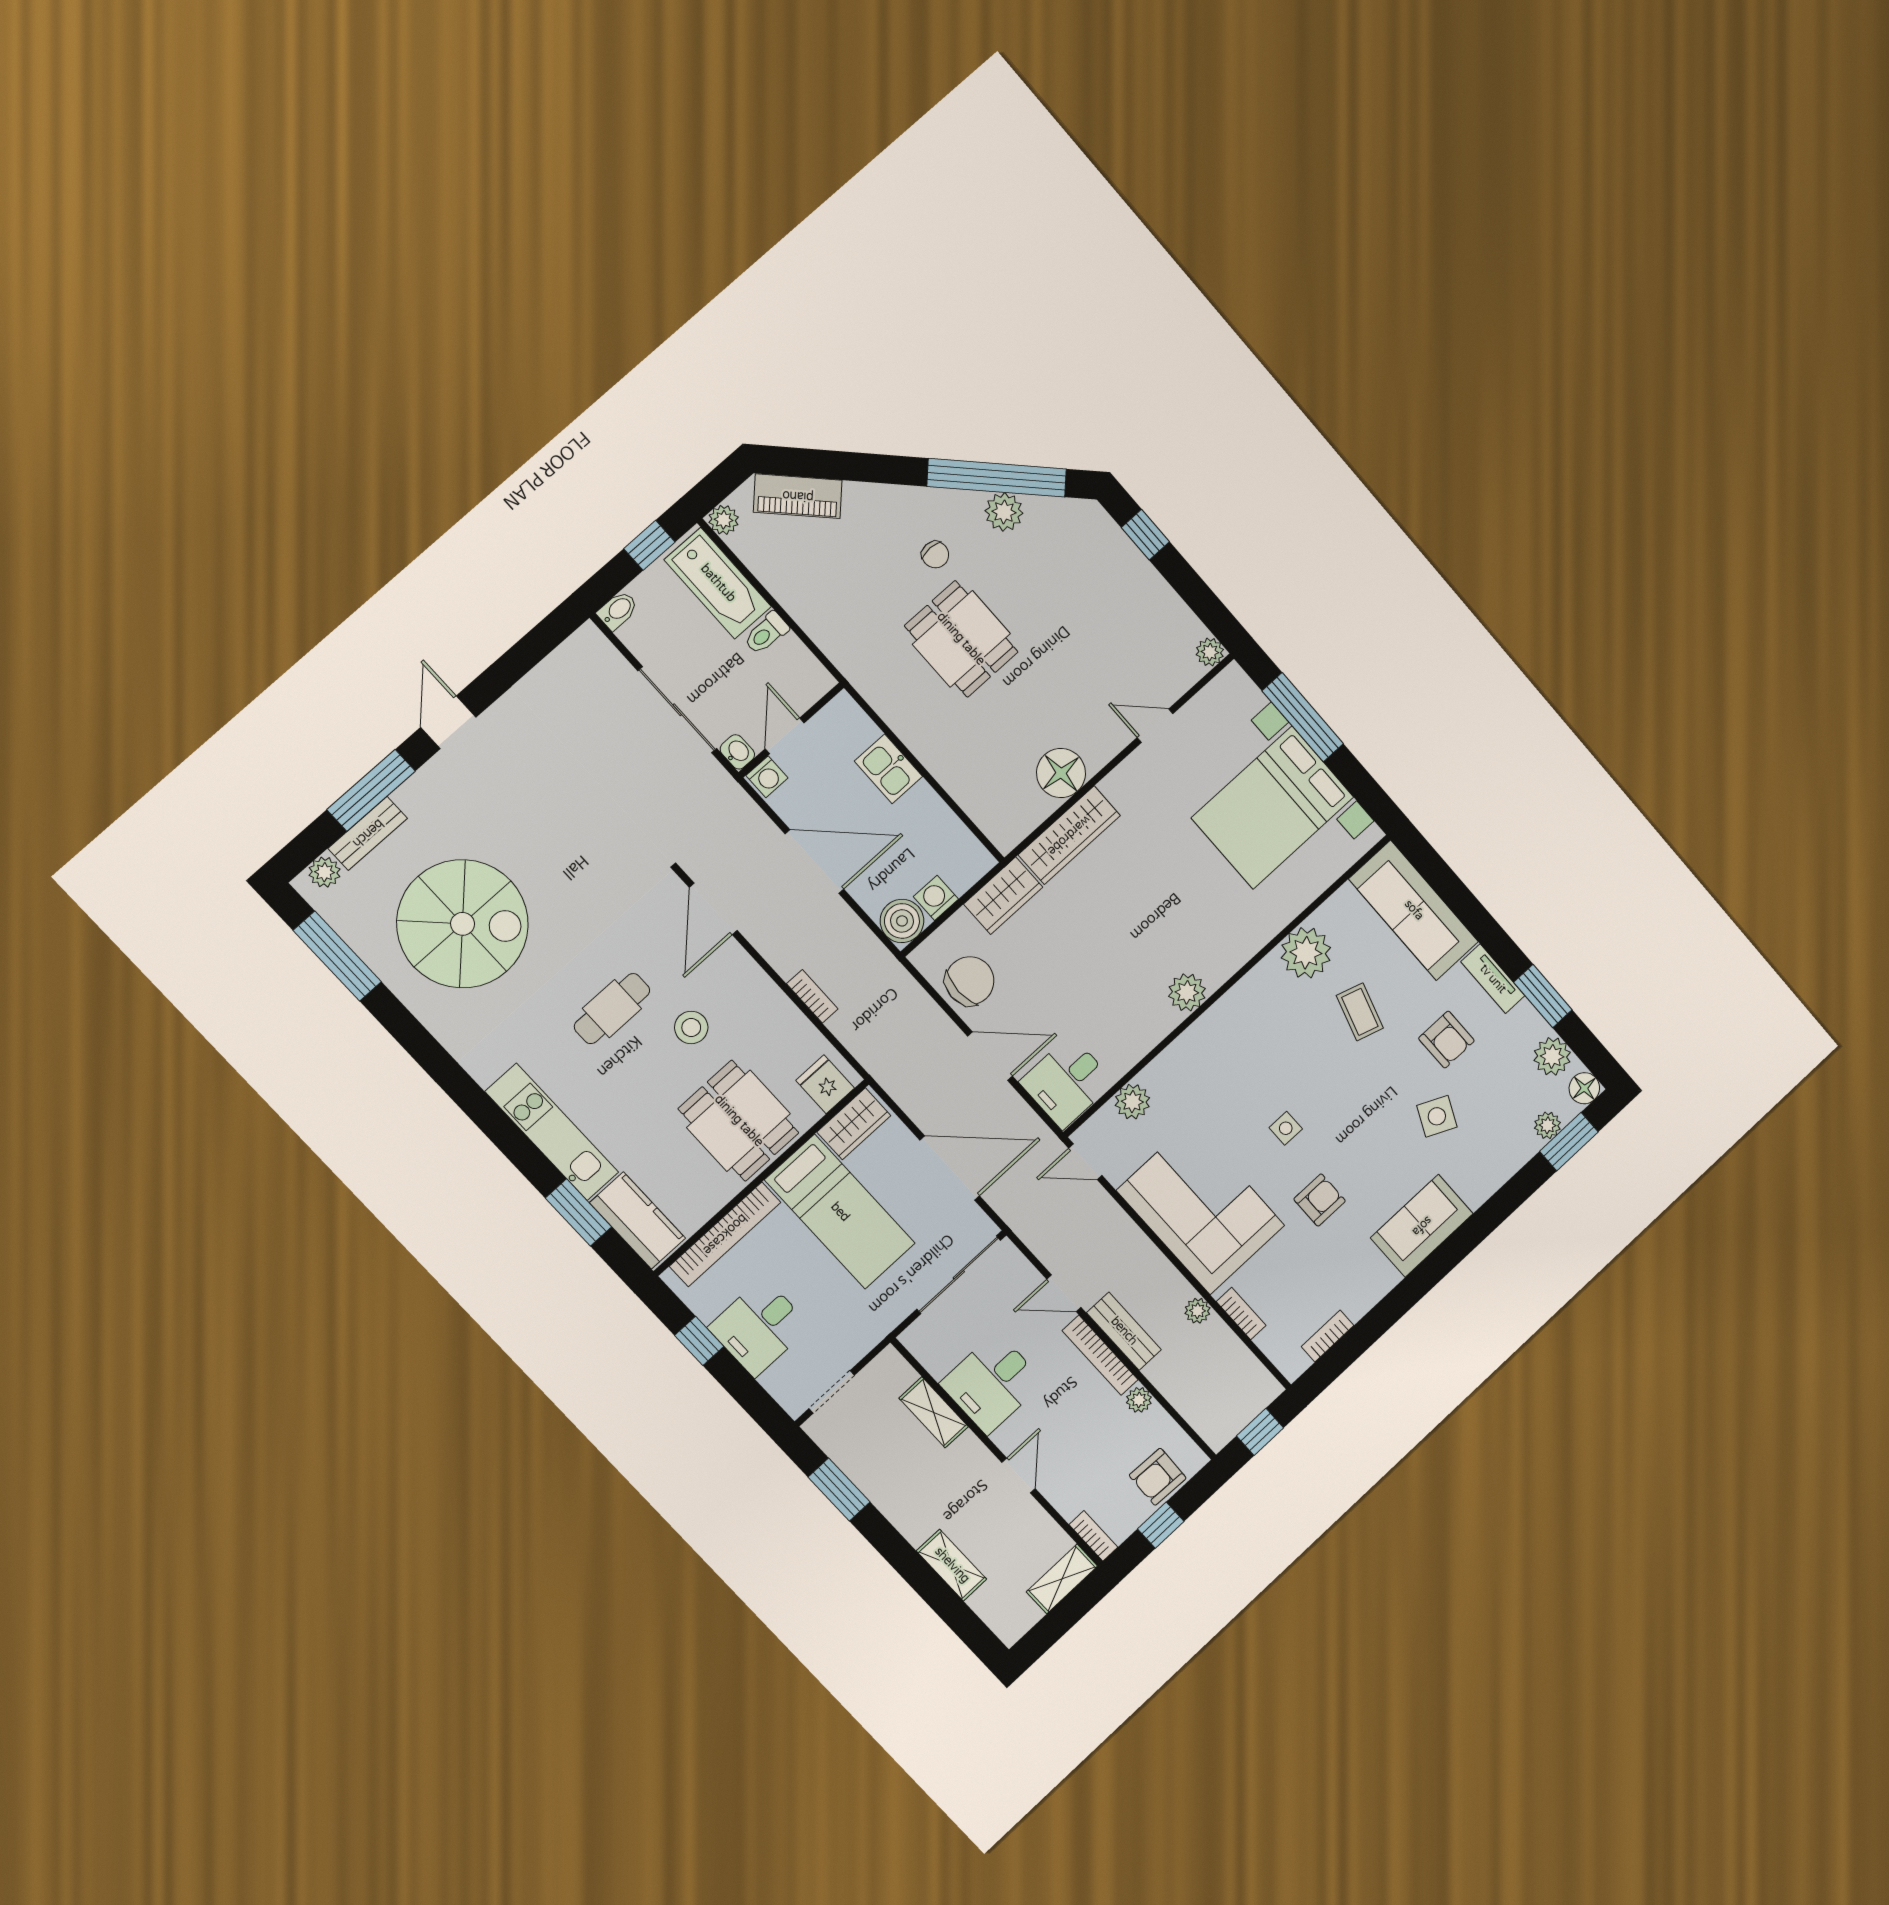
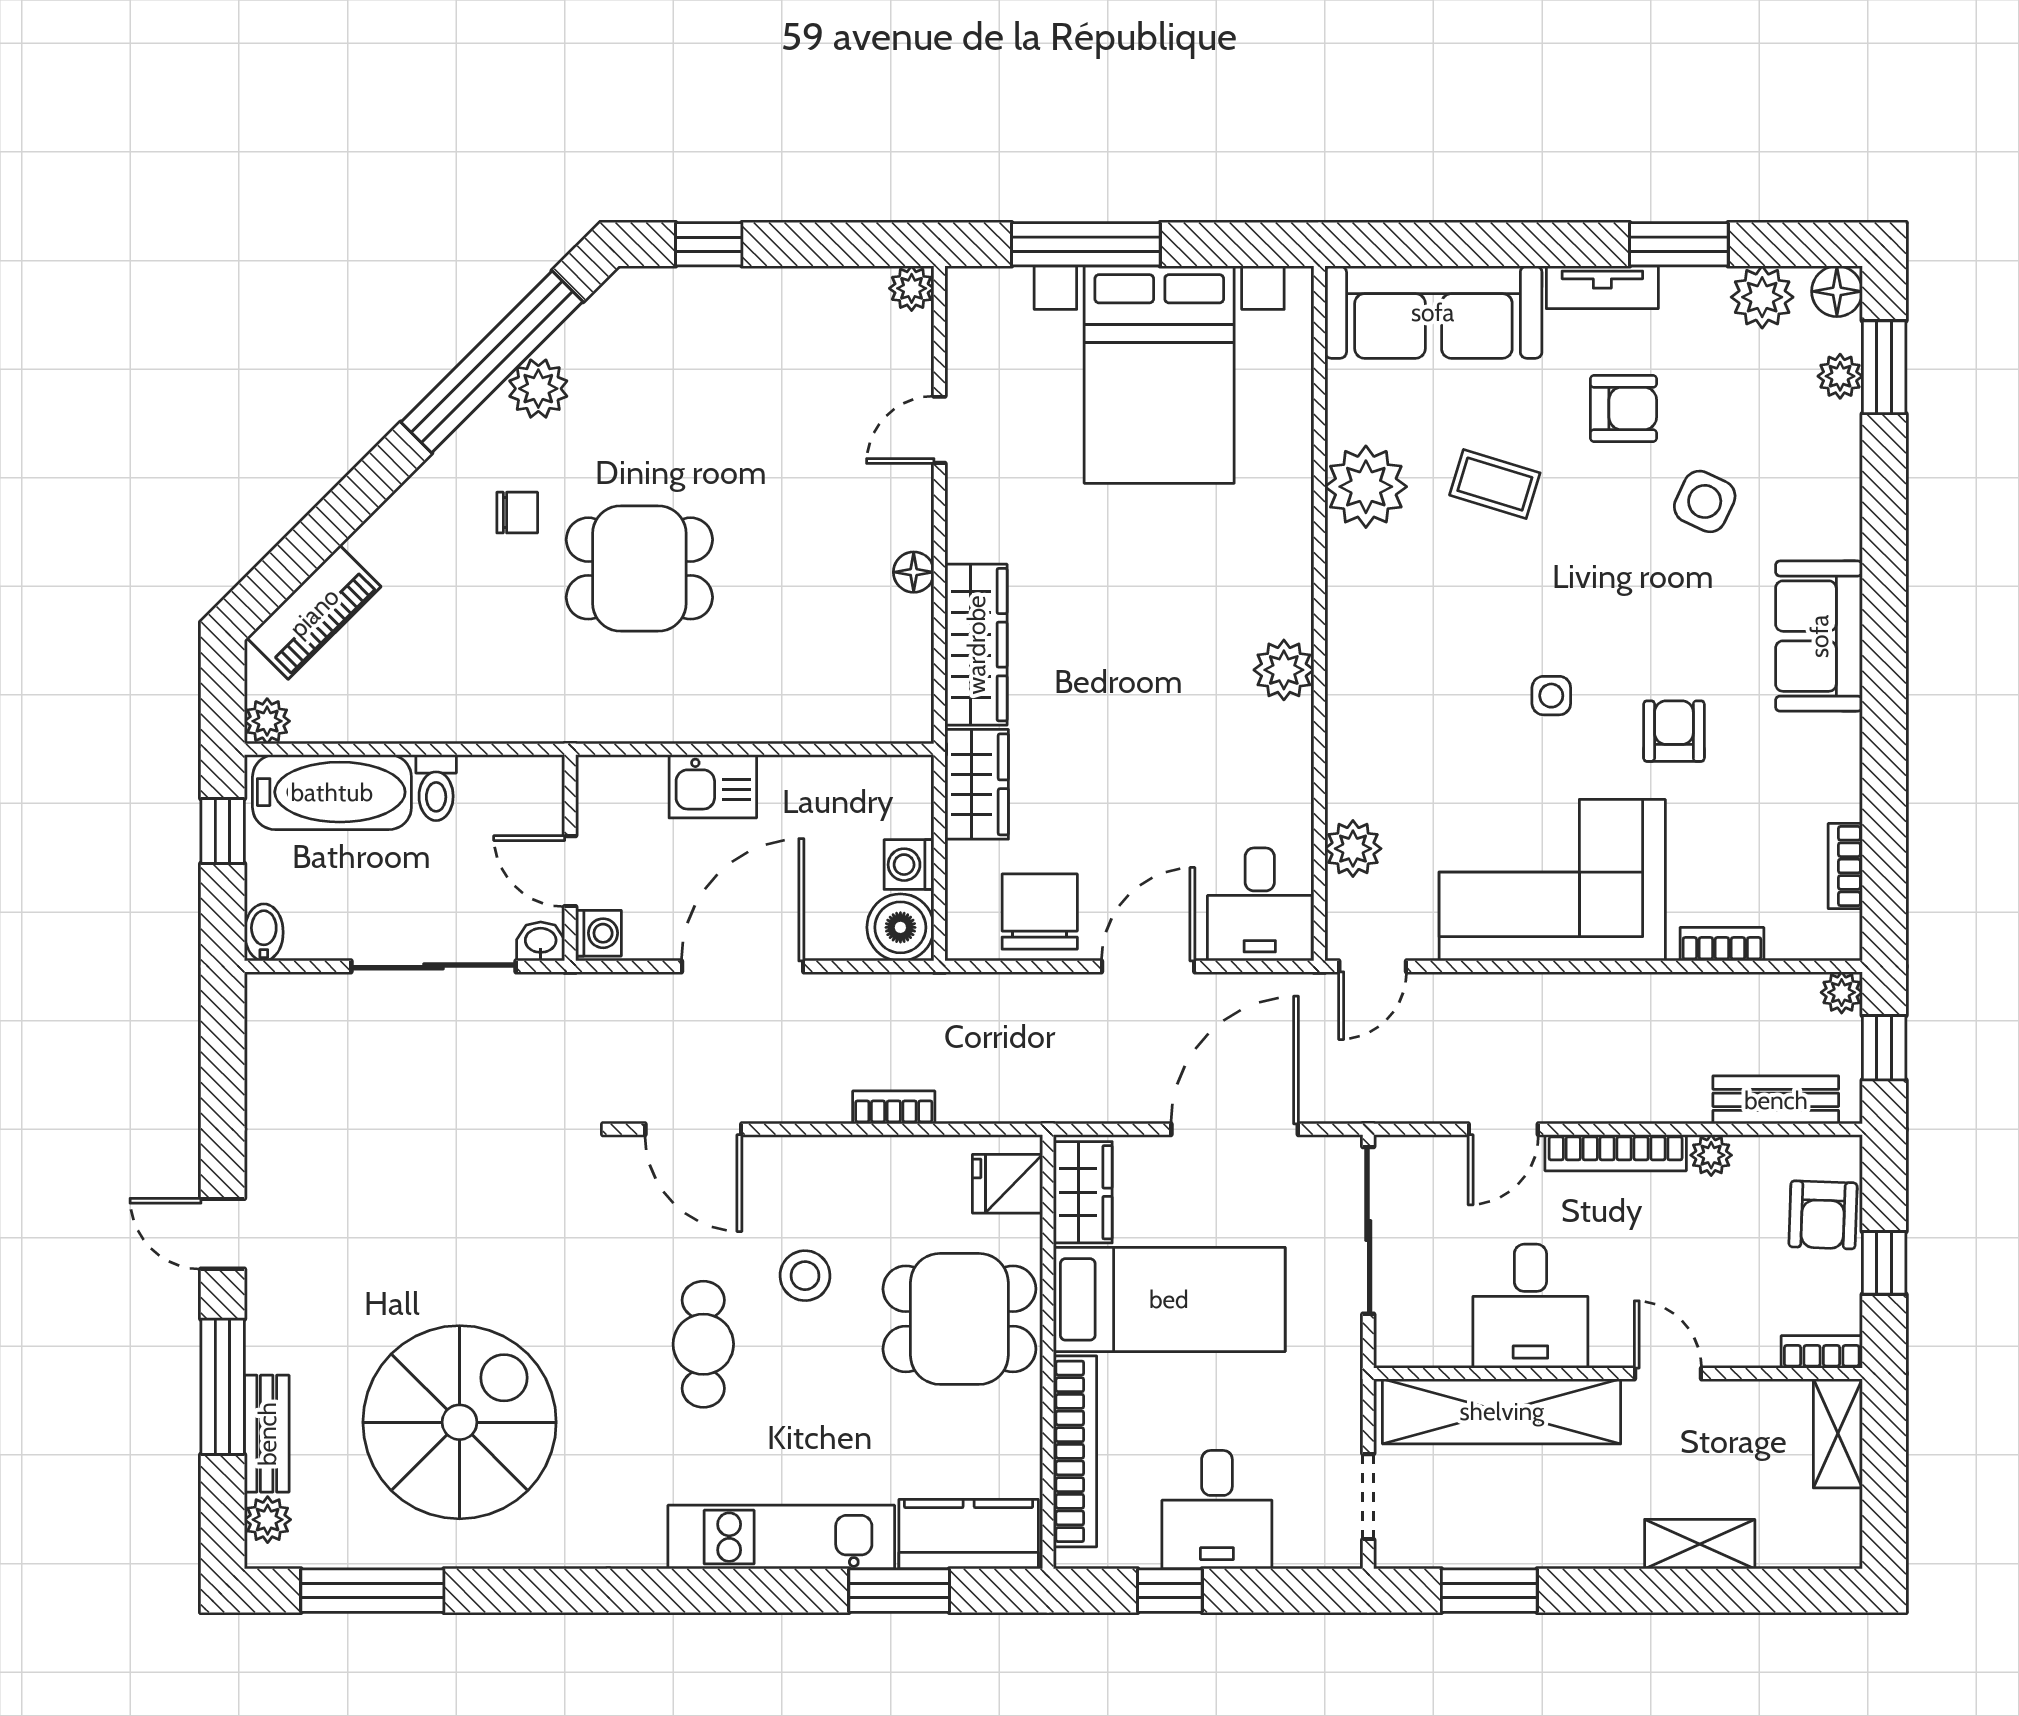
floor lamp: (1061, 773) -> (914, 572), width x0.53, depth x0.53
plant: (1198, 1311) -> (1842, 992), moved
bench: (1124, 1331) -> (1776, 1100), moved
shelving: (934, 1412) -> (1502, 1411), width x2.20, depth x1.33

